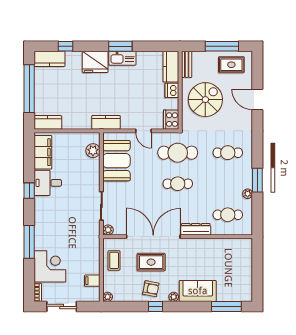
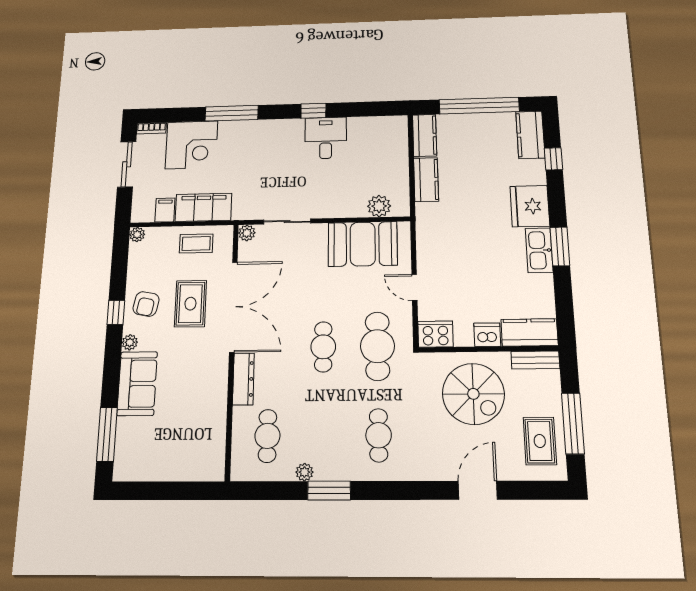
kitchen counter: (106, 122) -> (426, 180), moved
door: (144, 131) -> (414, 287), hinge flipped
filing cabinet: (43, 152) -> (204, 207), moved, turned 180

